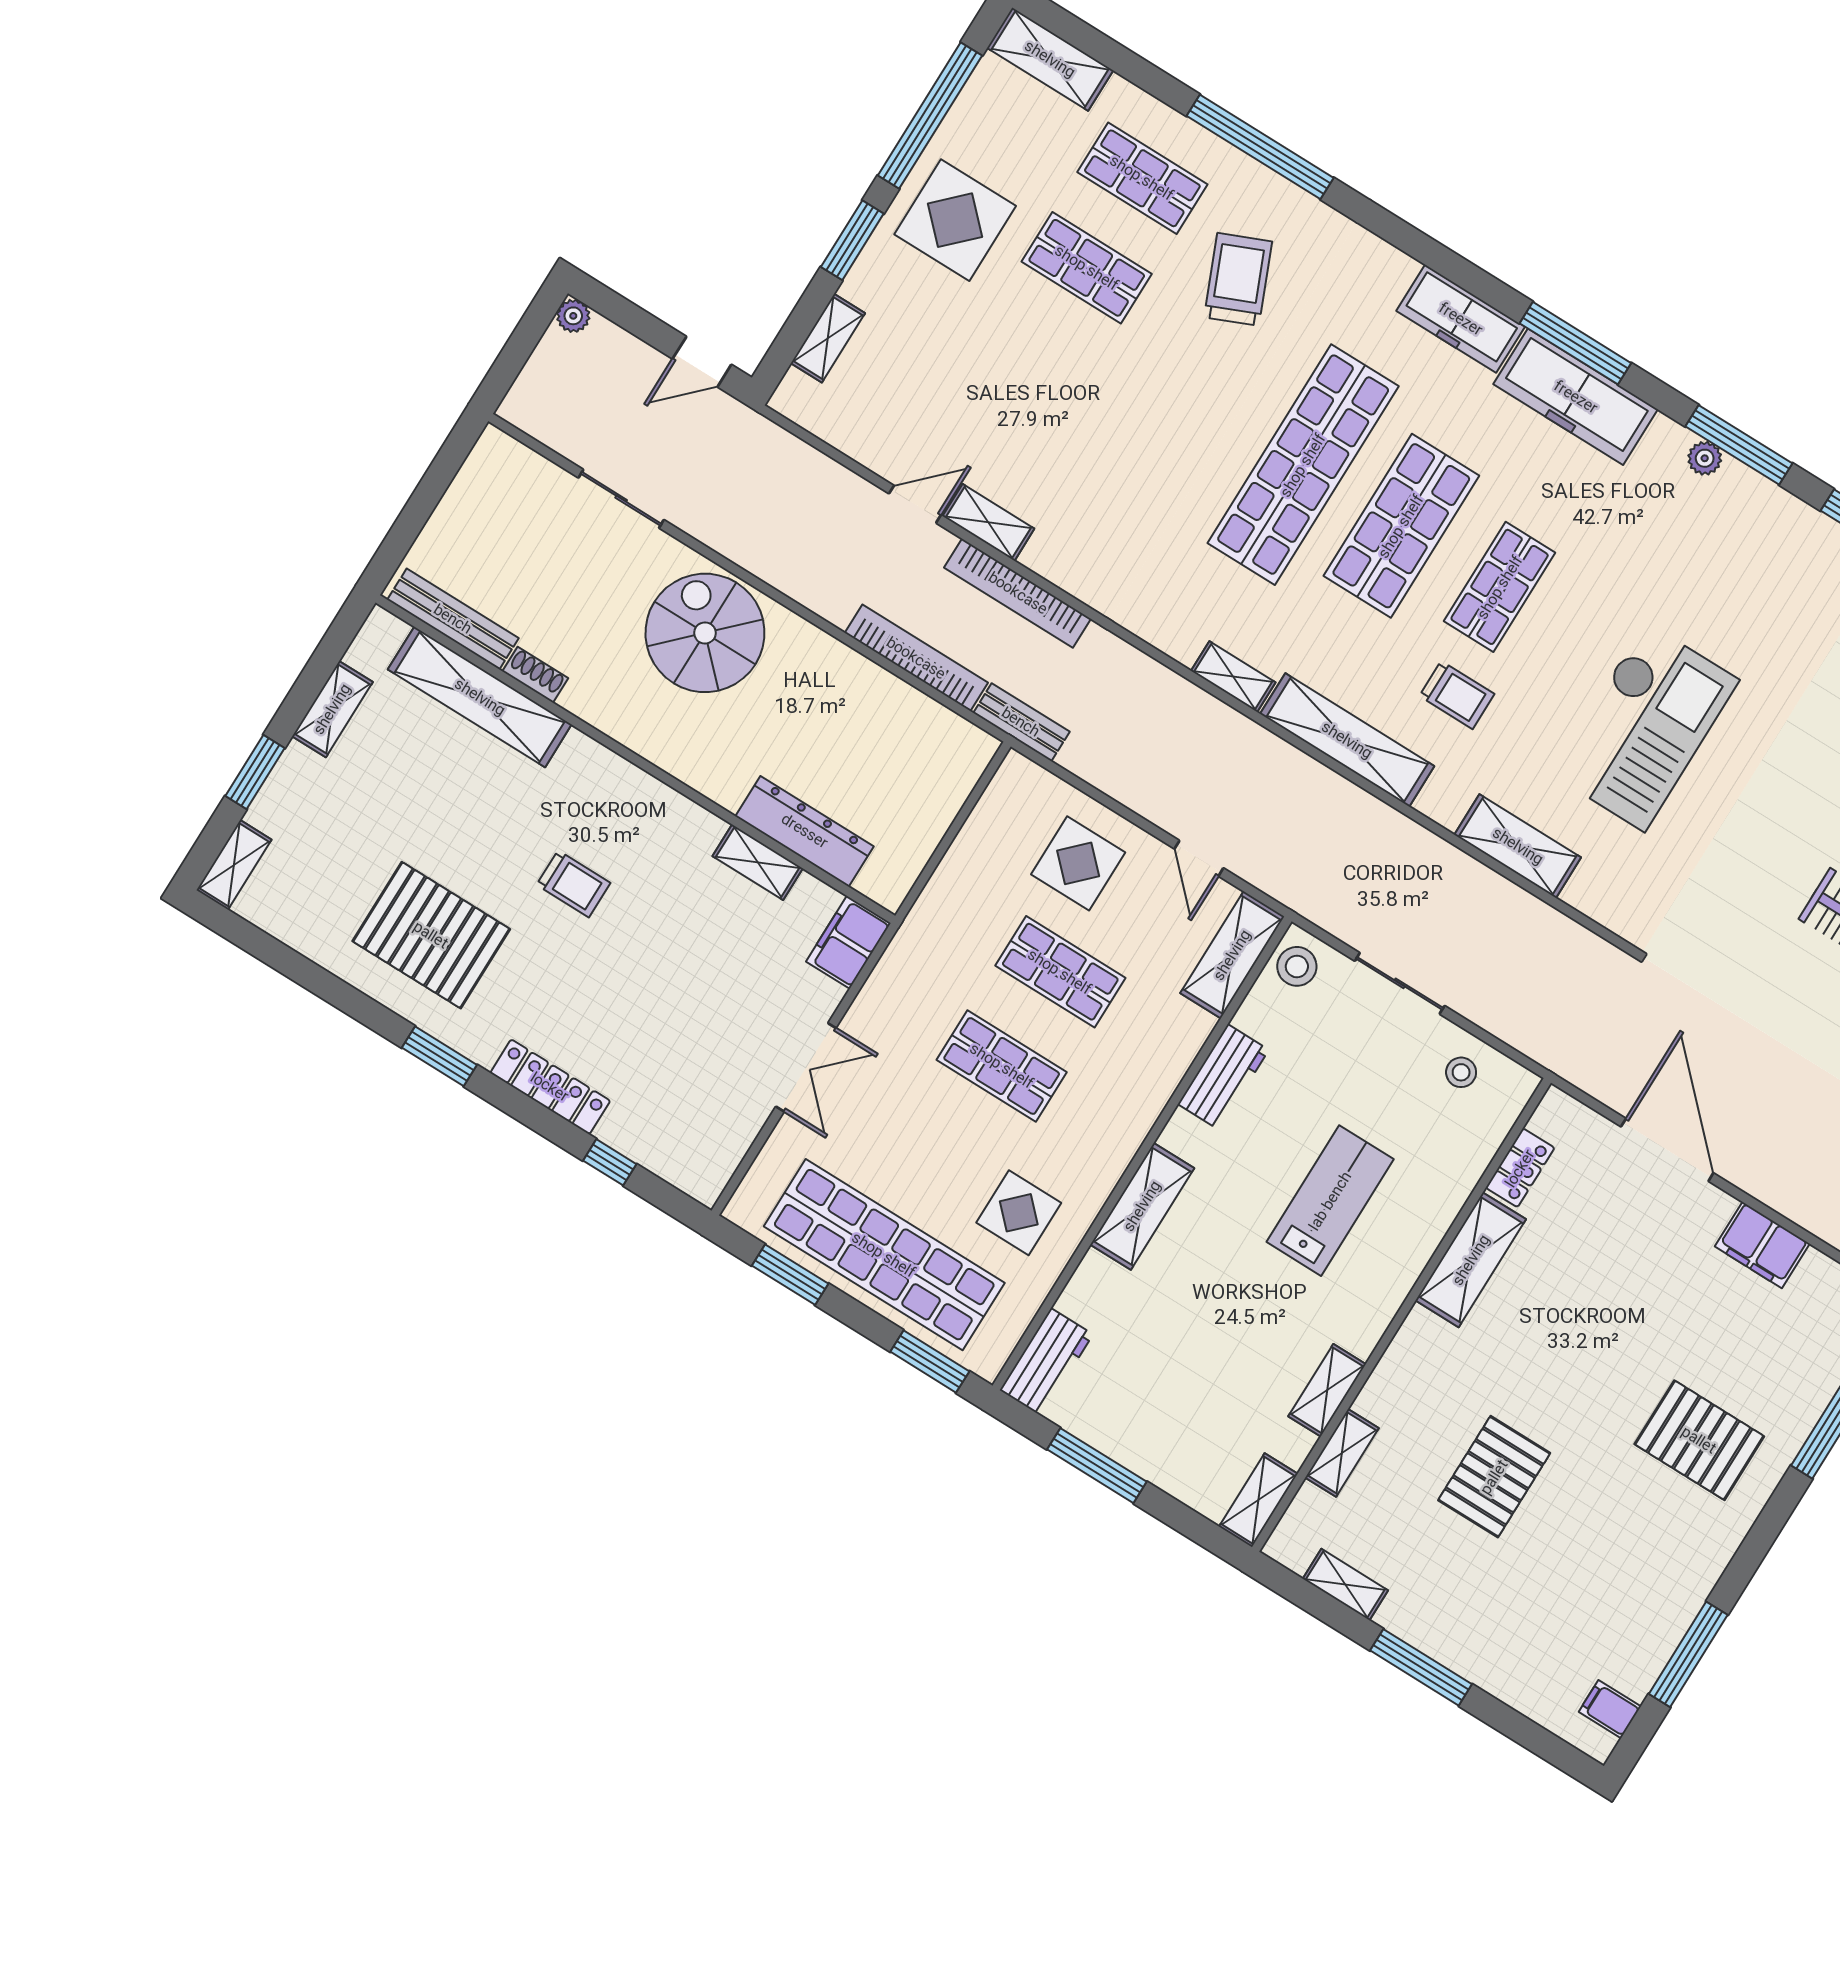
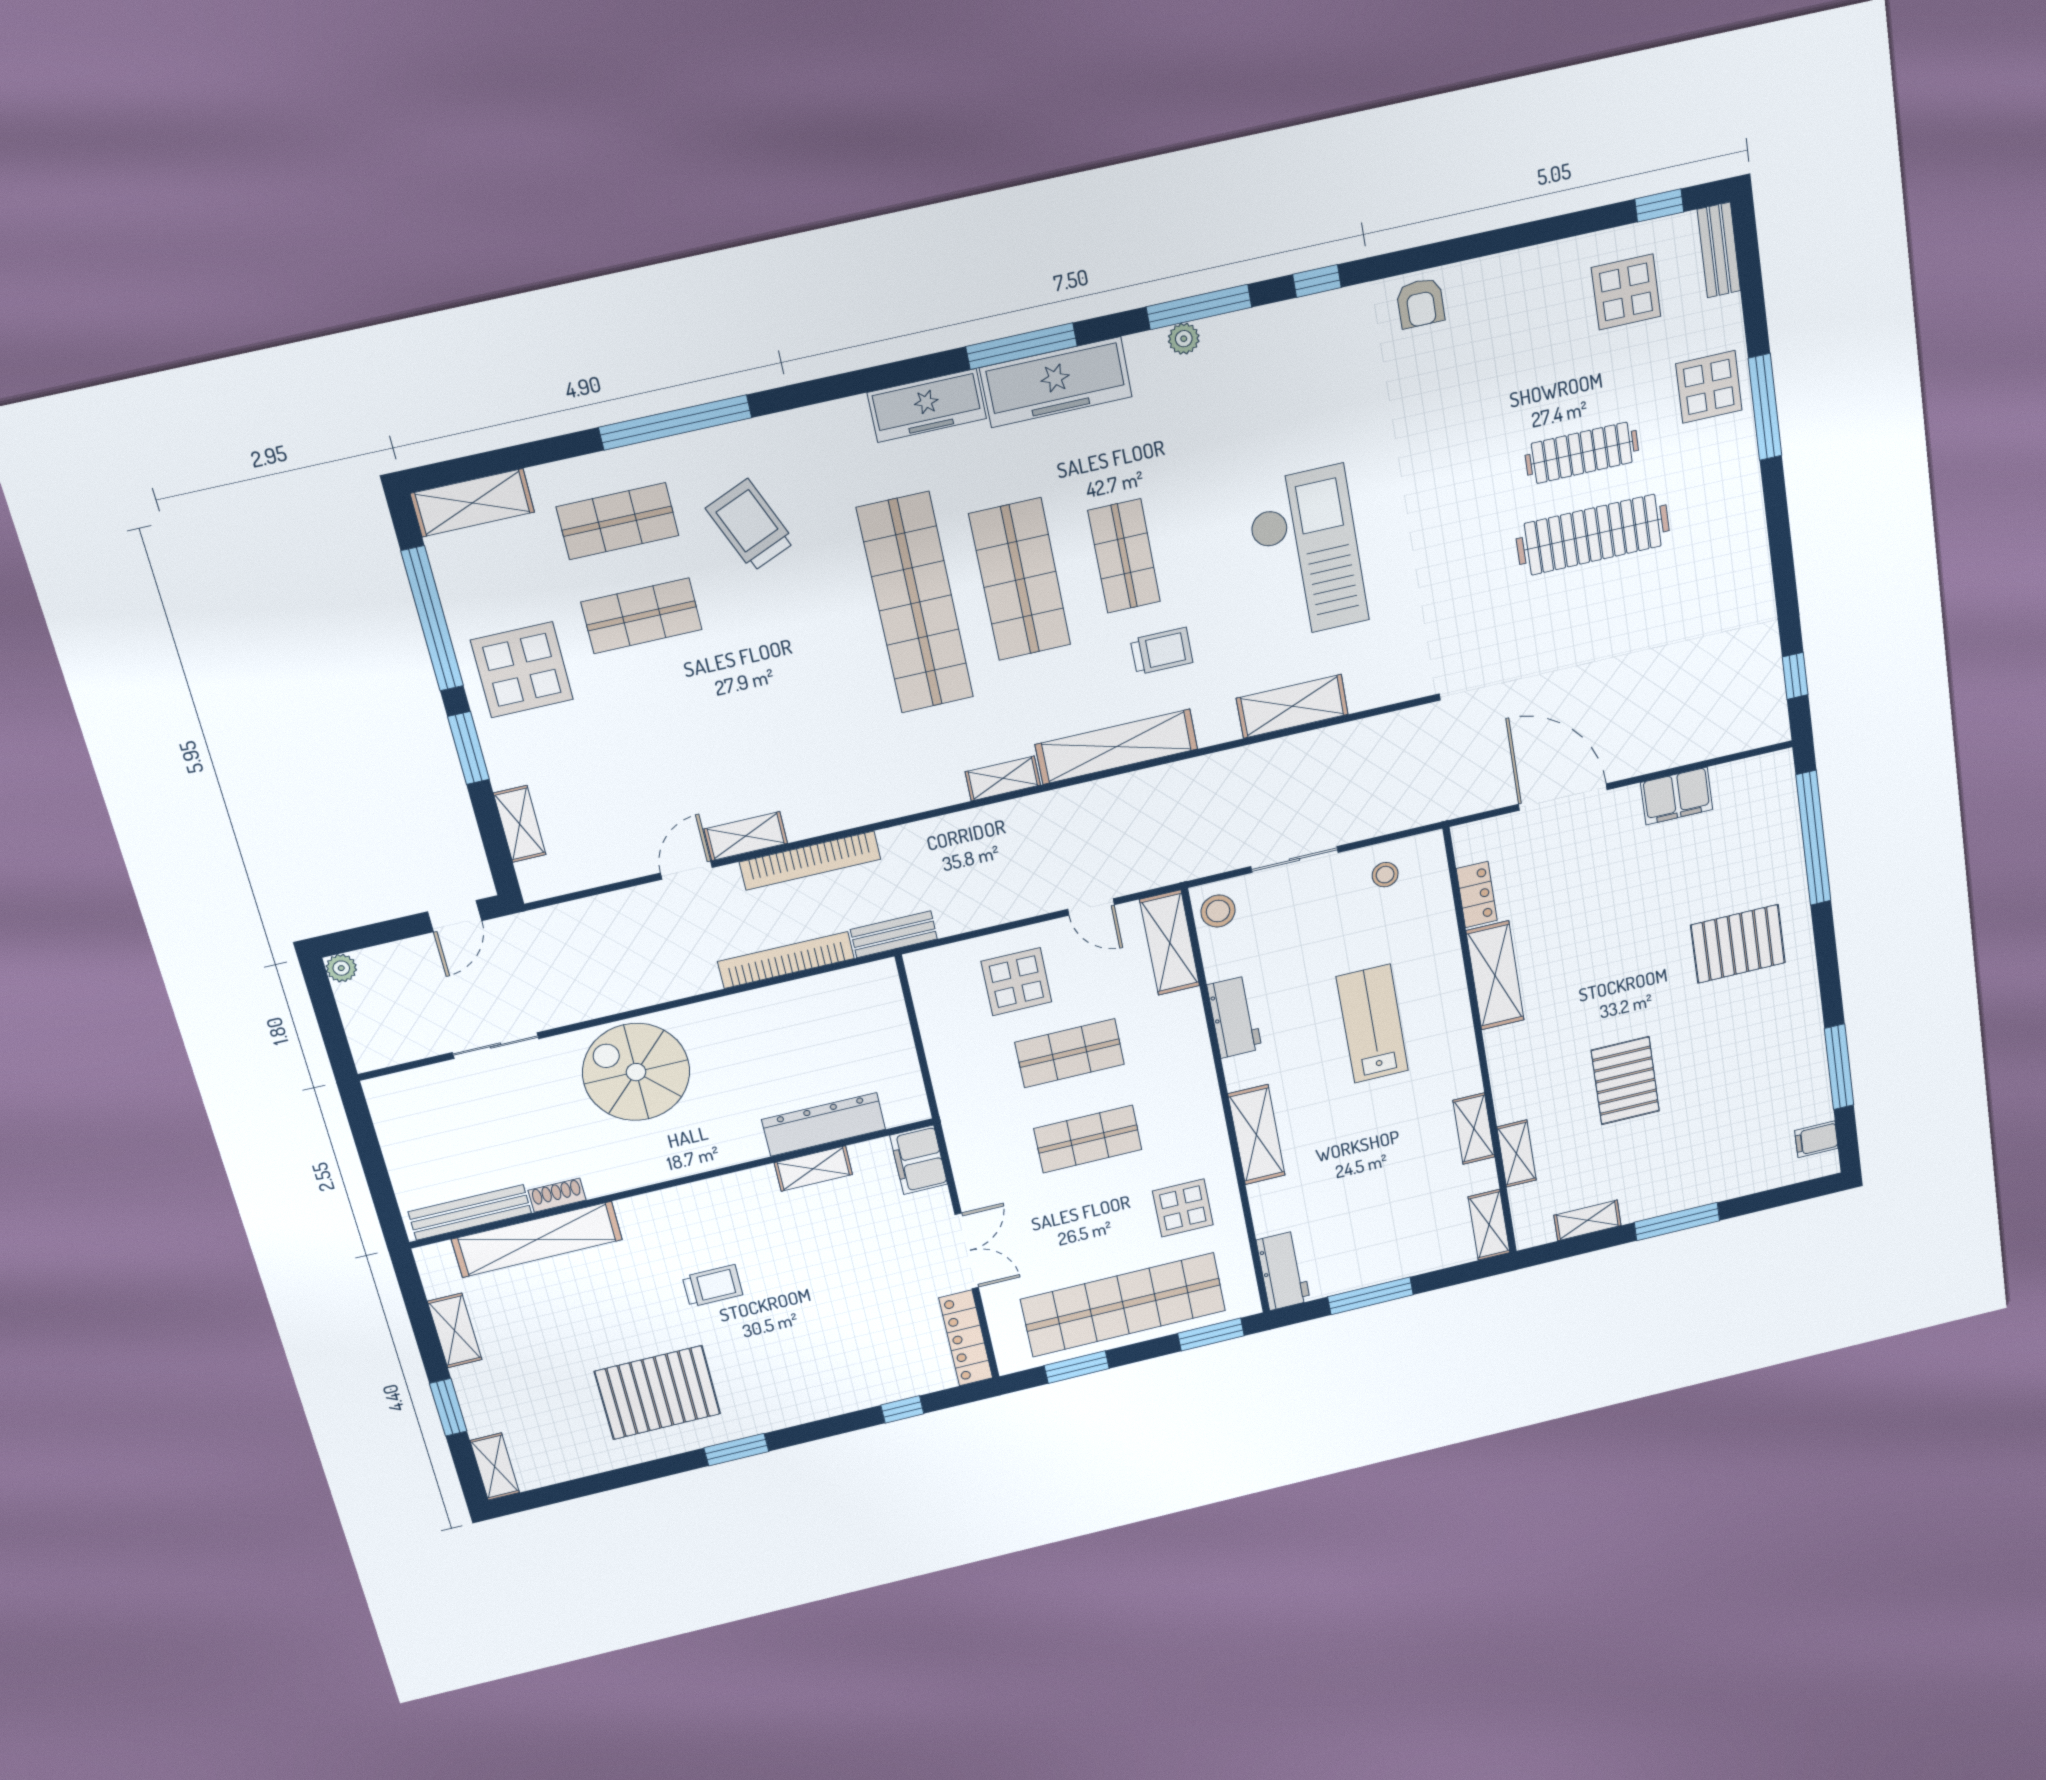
locker: (550, 1087) -> (966, 1338), moved, turned -90

